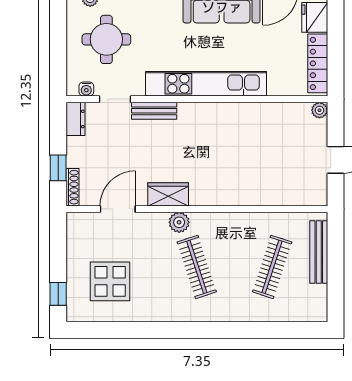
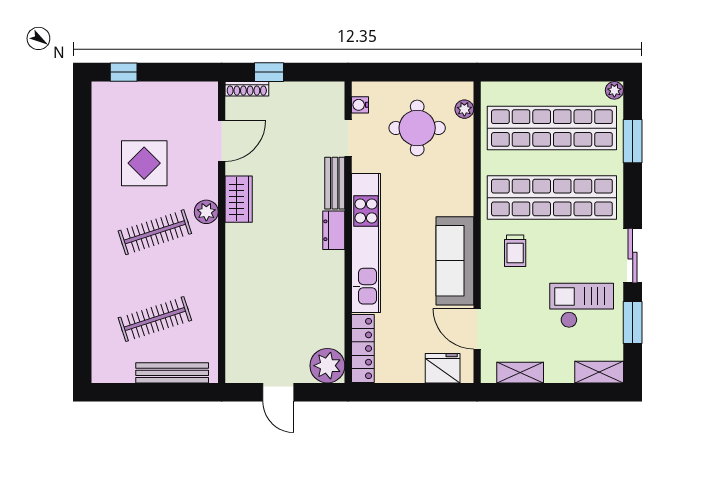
locker: (318, 63) -> (363, 349), moved, turned 90
plant: (320, 110) -> (327, 366), width x1.88, depth x1.88
dresser: (75, 119) -> (334, 230), moved, turned 90
door: (118, 209) -> (222, 141), hinge flipped
clothes rail: (272, 267) -> (155, 319), turned -36
display table: (110, 281) -> (144, 163), moved

